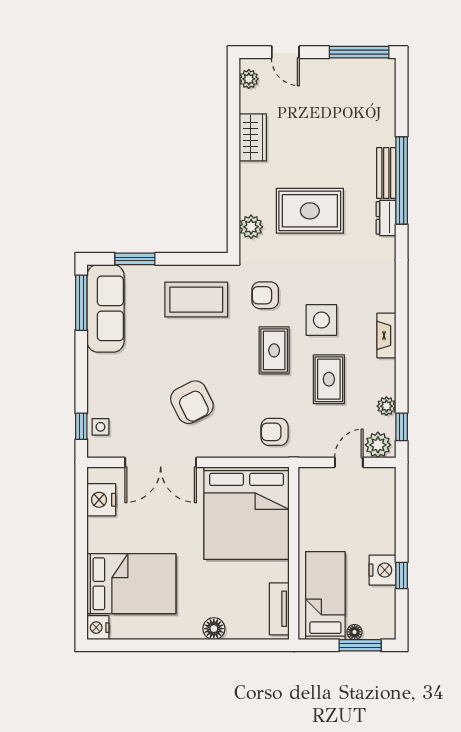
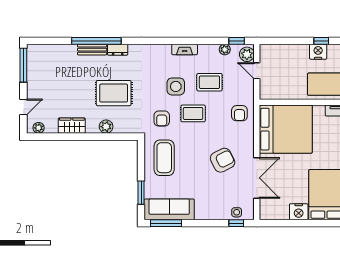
rug: (310, 211) -> (114, 93), turned 90
plant: (251, 227) -> (106, 127), moved
nightstand: (101, 500) -> (299, 212), moved

